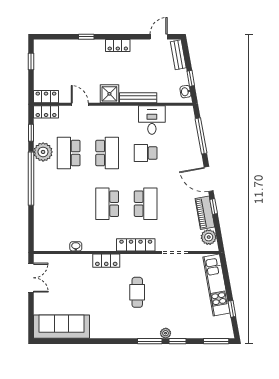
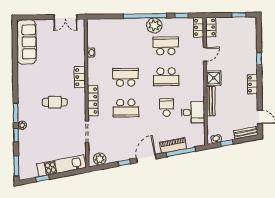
plant: (43, 152) -> (154, 25), moved
piano: (205, 213) -> (173, 145), moved

